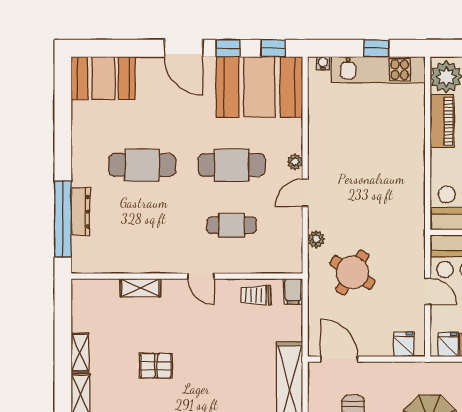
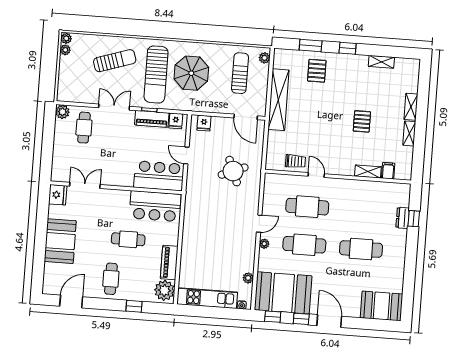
window: (376, 48) -> (207, 312), removed
dresser: (80, 212) -> (403, 218), width x0.70
window: (63, 219) -> (414, 219), width x0.32
cafe table: (232, 225) -> (307, 207), width x1.37, depth x1.35
plant: (316, 239) -> (248, 278), moved
round table: (352, 272) -> (233, 171), turned 36
door: (201, 276) -> (316, 175), moved
filing cabinet: (293, 291) -> (388, 171), moved
pallet: (156, 366) -> (362, 121), turned 90

